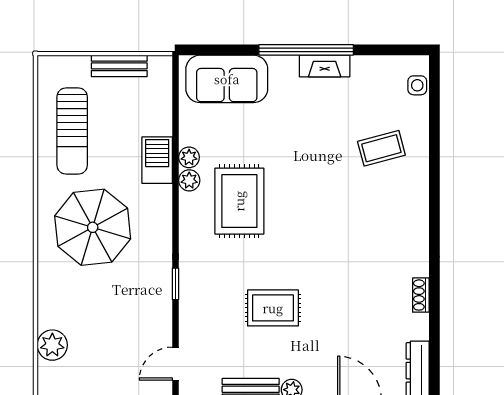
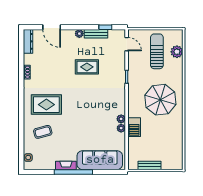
sofa: (227, 79) -> (100, 160), width x1.36
sun lounger: (72, 131) -> (157, 51), moved
rug: (239, 201) -> (46, 105), moved, turned 90
door: (176, 364) -> (127, 44), hinge flipped

